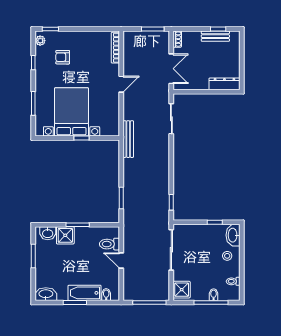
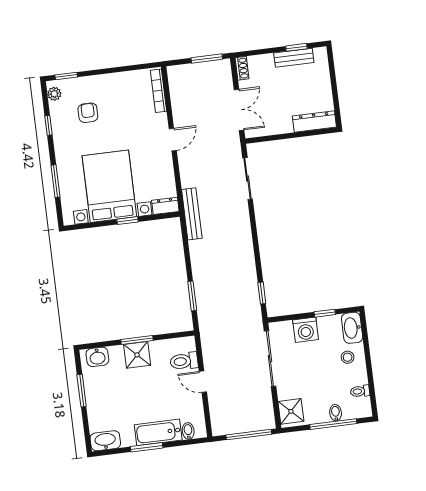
armchair: (63, 57) -> (88, 113), turned 90
dresser: (110, 131) -> (165, 206), added
washing machine: (199, 232) -> (306, 330), added
shower: (65, 235) -> (137, 355), moved

